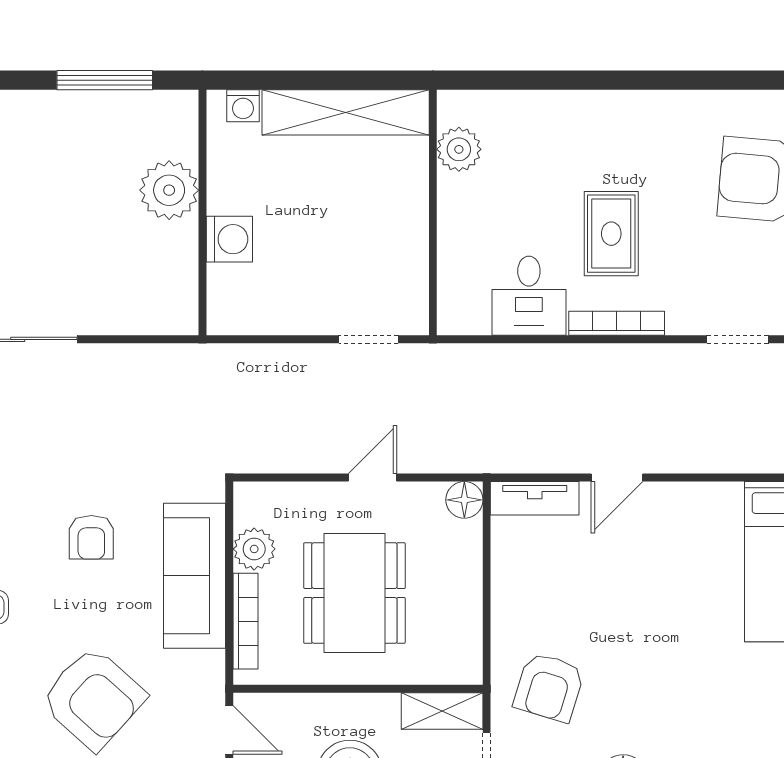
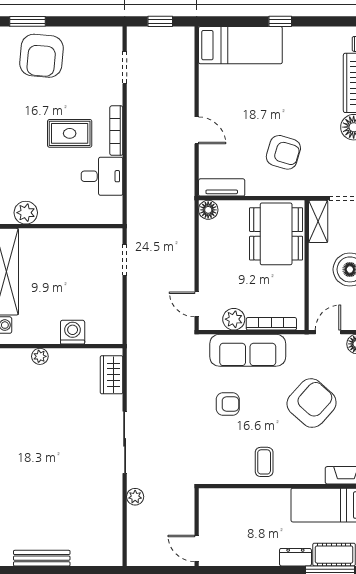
plant: (169, 190) -> (40, 356), width x0.53, depth x0.53
wardrobe: (148, 314) -> (112, 375), added
door: (373, 478) -> (197, 304), moved
tv unit: (535, 498) -> (222, 187), moved, turned -90
dining table: (354, 593) -> (276, 234), moved, turned 90
armchair: (549, 687) -> (283, 152), moved

